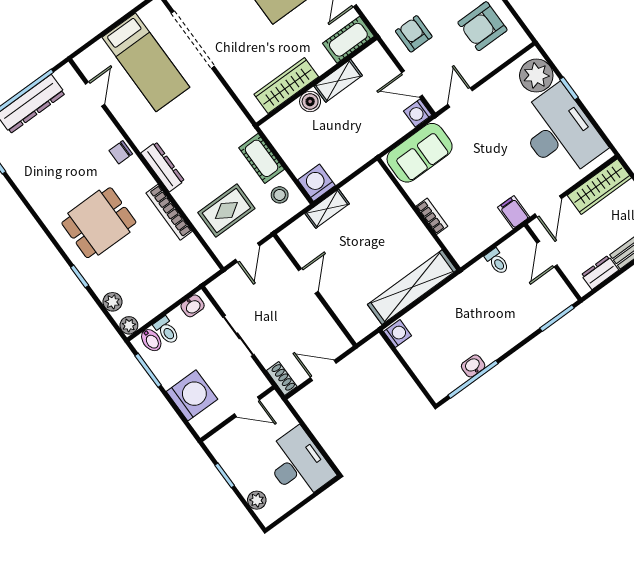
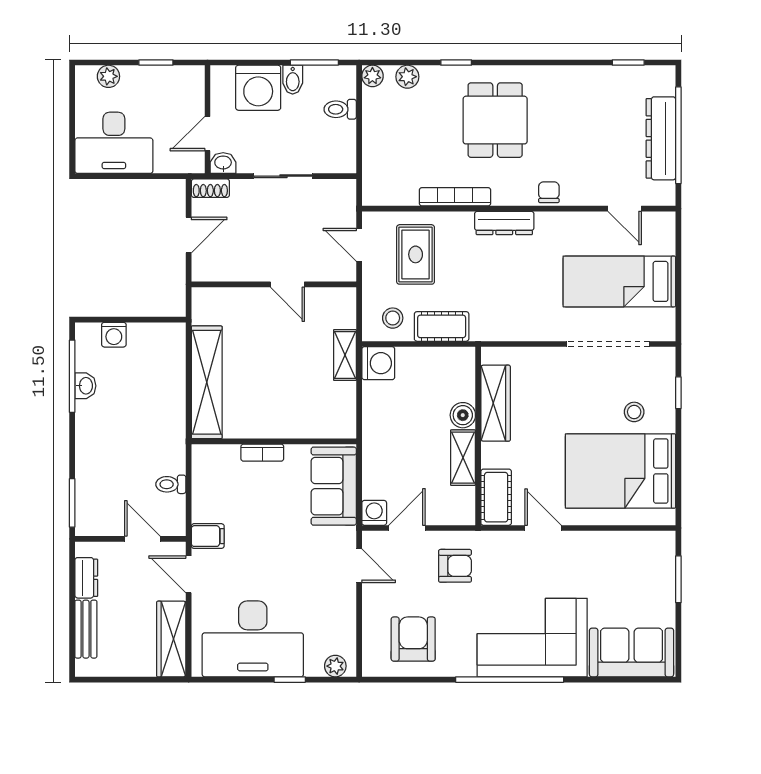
plant: (536, 76) -> (335, 666), width x0.53, depth x0.53
washbasin: (193, 306) -> (223, 163), moved, turned 90
washing machine: (398, 334) -> (114, 335), moved
bidet: (151, 340) -> (293, 80), moved, turned -90

